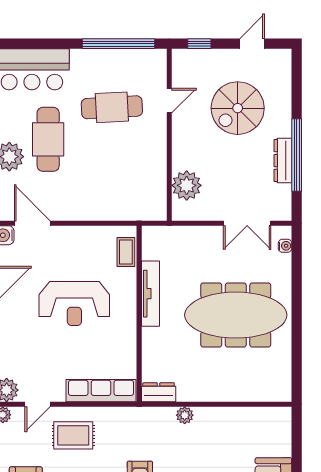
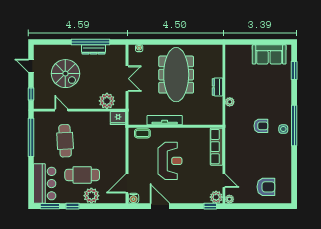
fridge: (155, 206) -> (118, 118), added
double door: (247, 223) -> (127, 79), moved
dresser: (159, 392) -> (217, 87), moved
rug: (73, 435) -> (240, 161), removed

